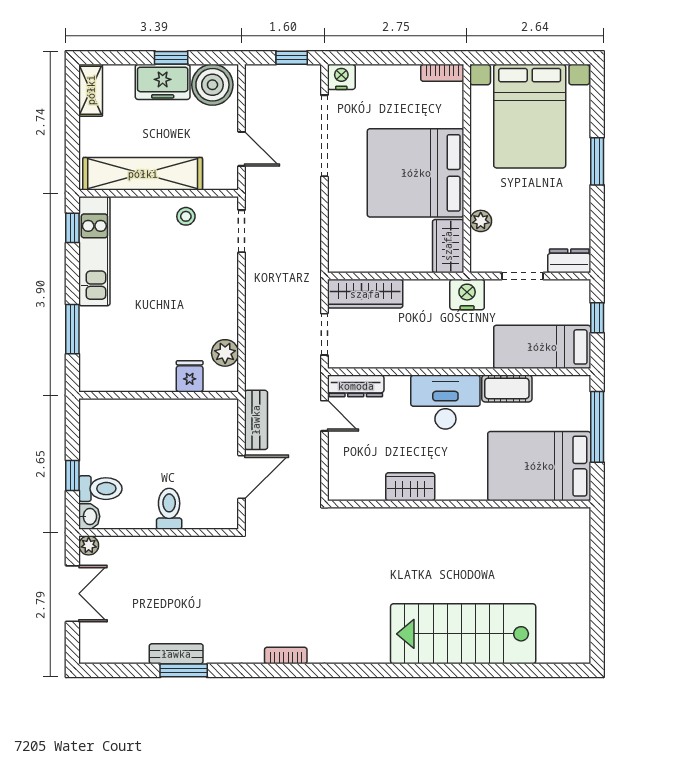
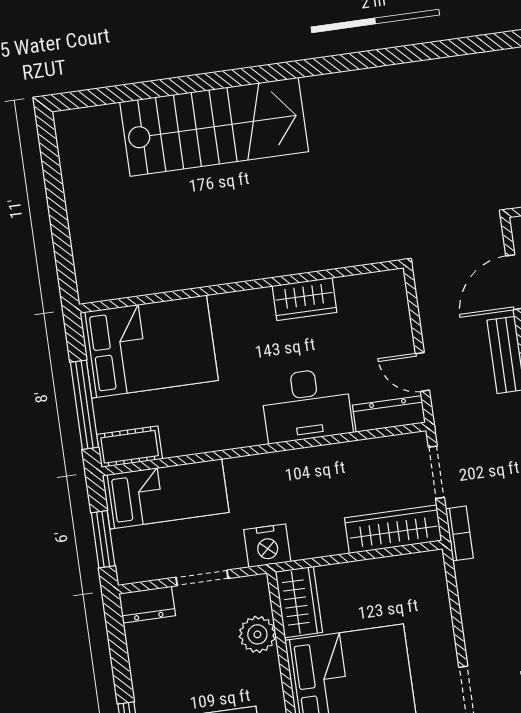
plant: (481, 221) -> (257, 634), width x1.38, depth x1.38
window: (597, 318) -> (103, 539), width x1.50
cot: (507, 388) -> (130, 447), moved
desk: (445, 402) -> (306, 405), moved
bookcase: (286, 656) -> (459, 533), moved, turned -90

